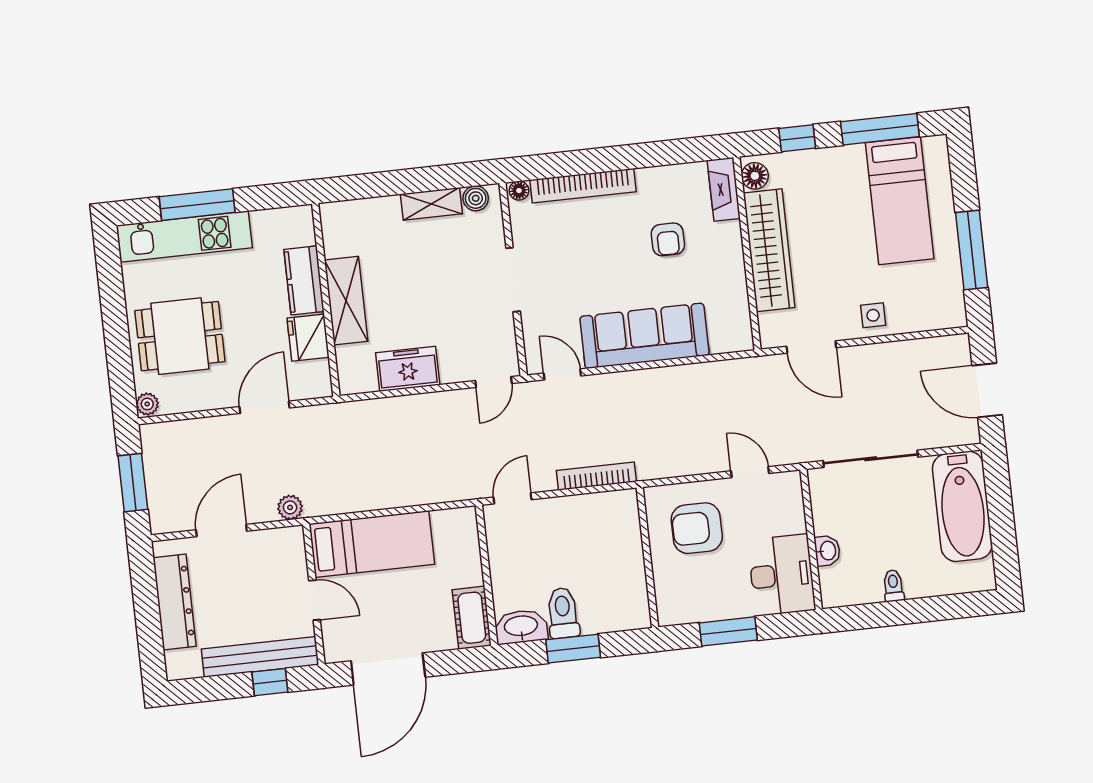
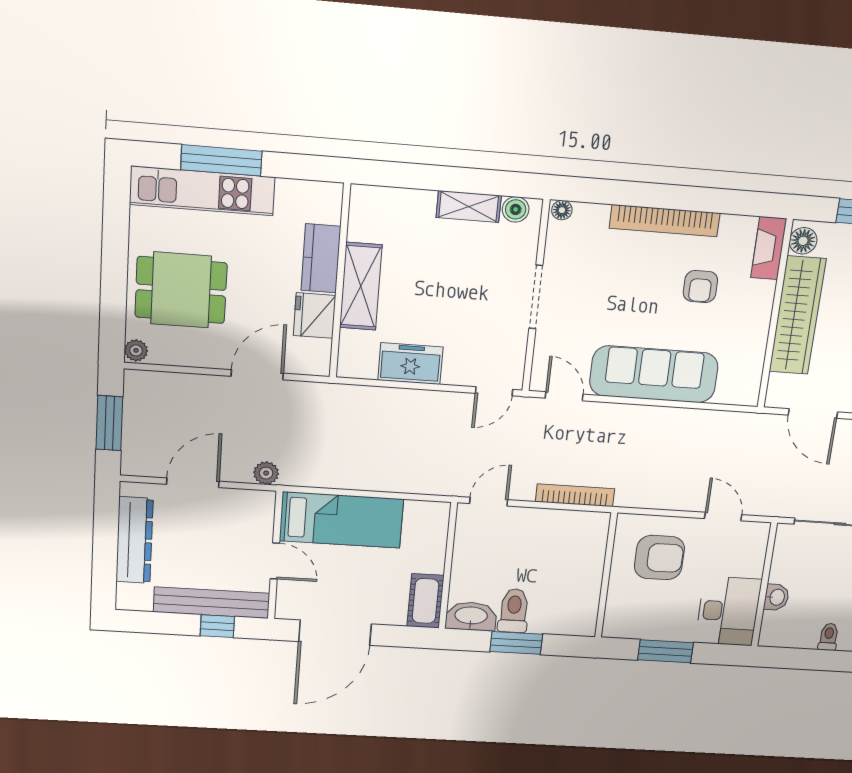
bookcase: (583, 186) -> (665, 221), moved
armchair: (697, 528) -> (659, 558), turned 180

